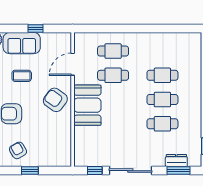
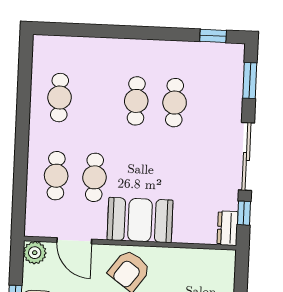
plant: (64, 40) -> (35, 253), added
cafe table: (162, 75) -> (60, 98), moved
dresser: (176, 161) -> (227, 228), moved

